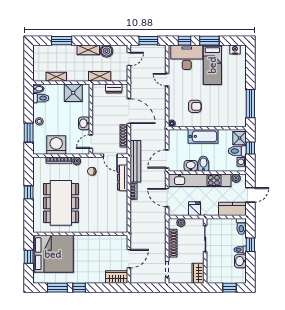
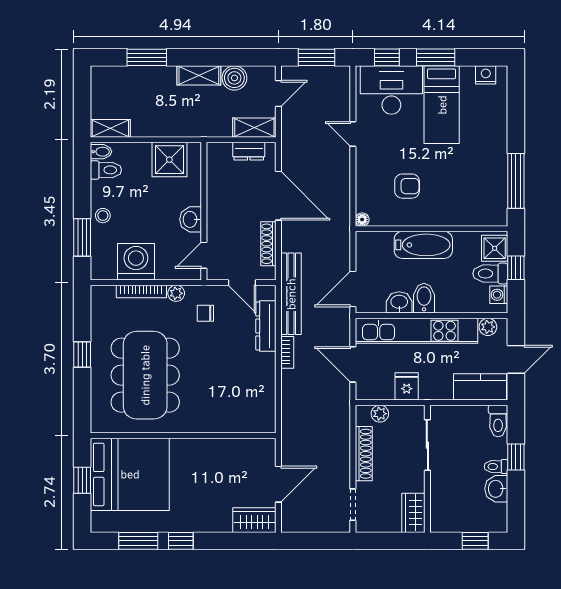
shelving: (100, 76) -> (254, 128), moved
shelving: (56, 77) -> (110, 128), moved

